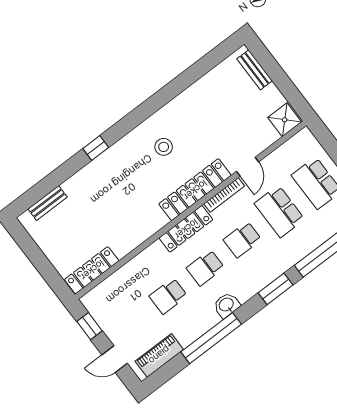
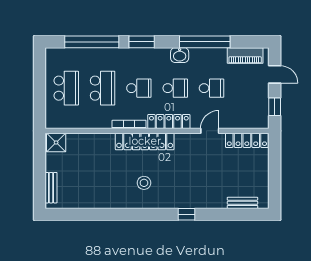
door: (248, 167) -> (210, 131), moved

